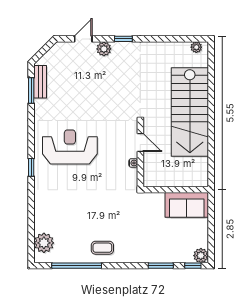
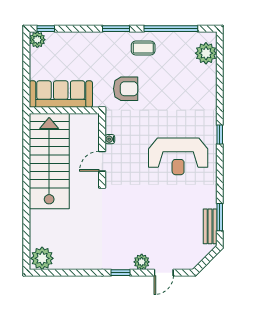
plant: (196, 47) -> (42, 258), width x1.87, depth x1.87
stairs: (190, 112) -> (49, 161), moved
door: (140, 142) -> (102, 161), hinge flipped
sofa: (187, 205) -> (61, 94), width x1.36
armchair: (119, 210) -> (126, 89), added
window: (161, 266) -> (116, 29), moved

